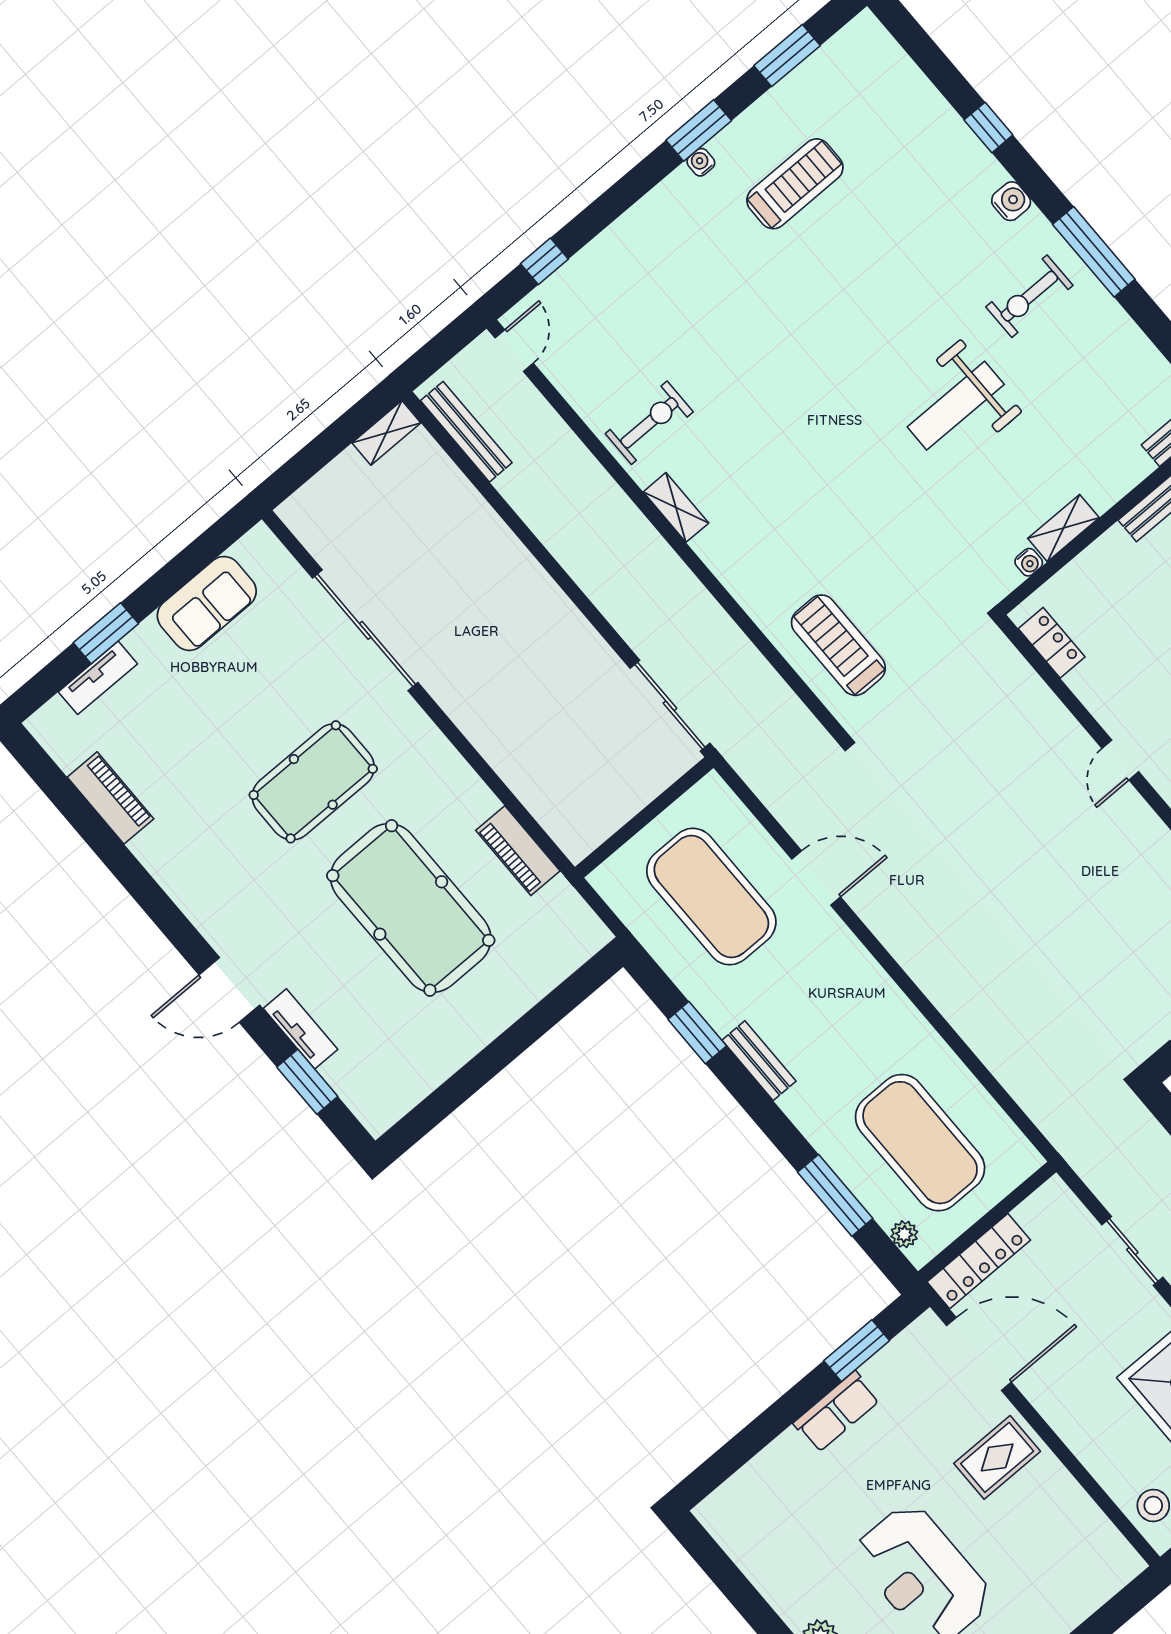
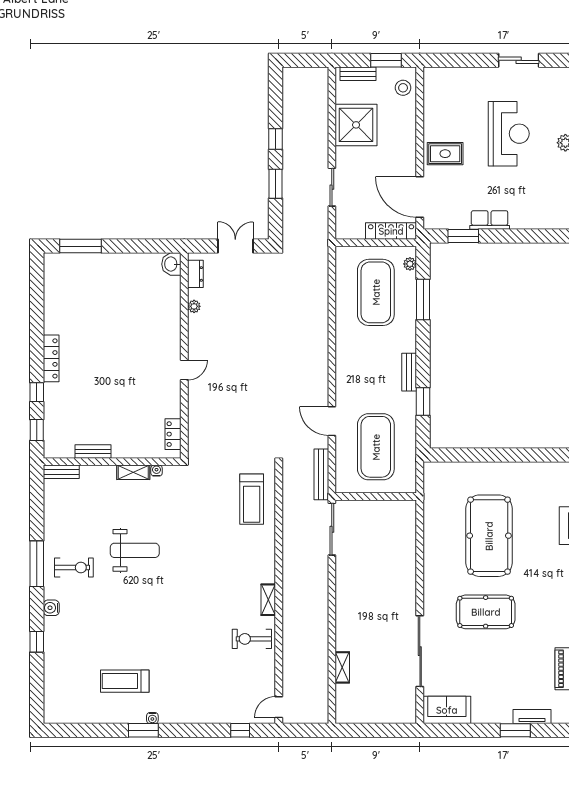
window: (787, 56) -> (88, 730), removed
bench: (466, 432) -> (321, 474), moved
shelving: (386, 433) -> (342, 667), moved, turned 90
sofa: (207, 603) -> (447, 710), moved
piano: (518, 851) -> (432, 523), removed

